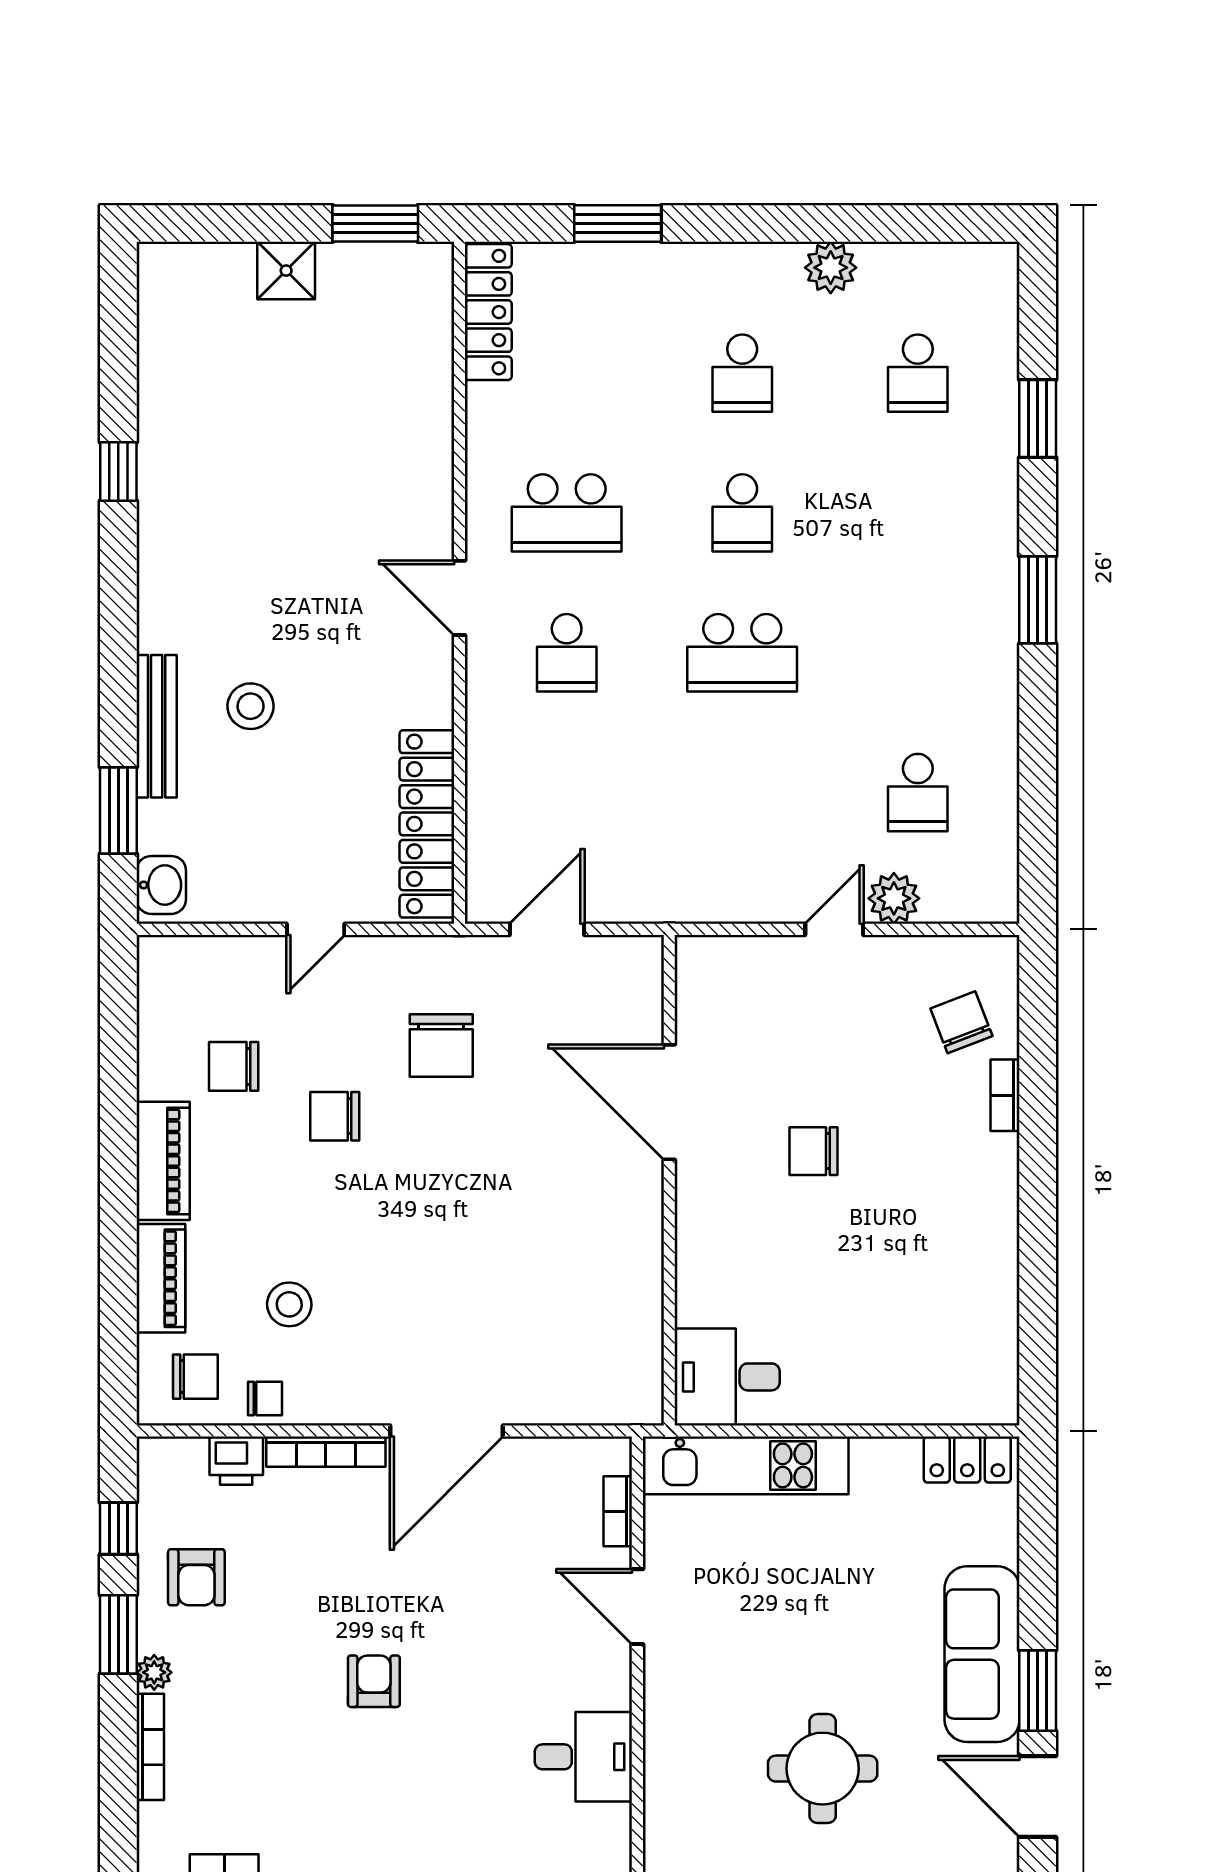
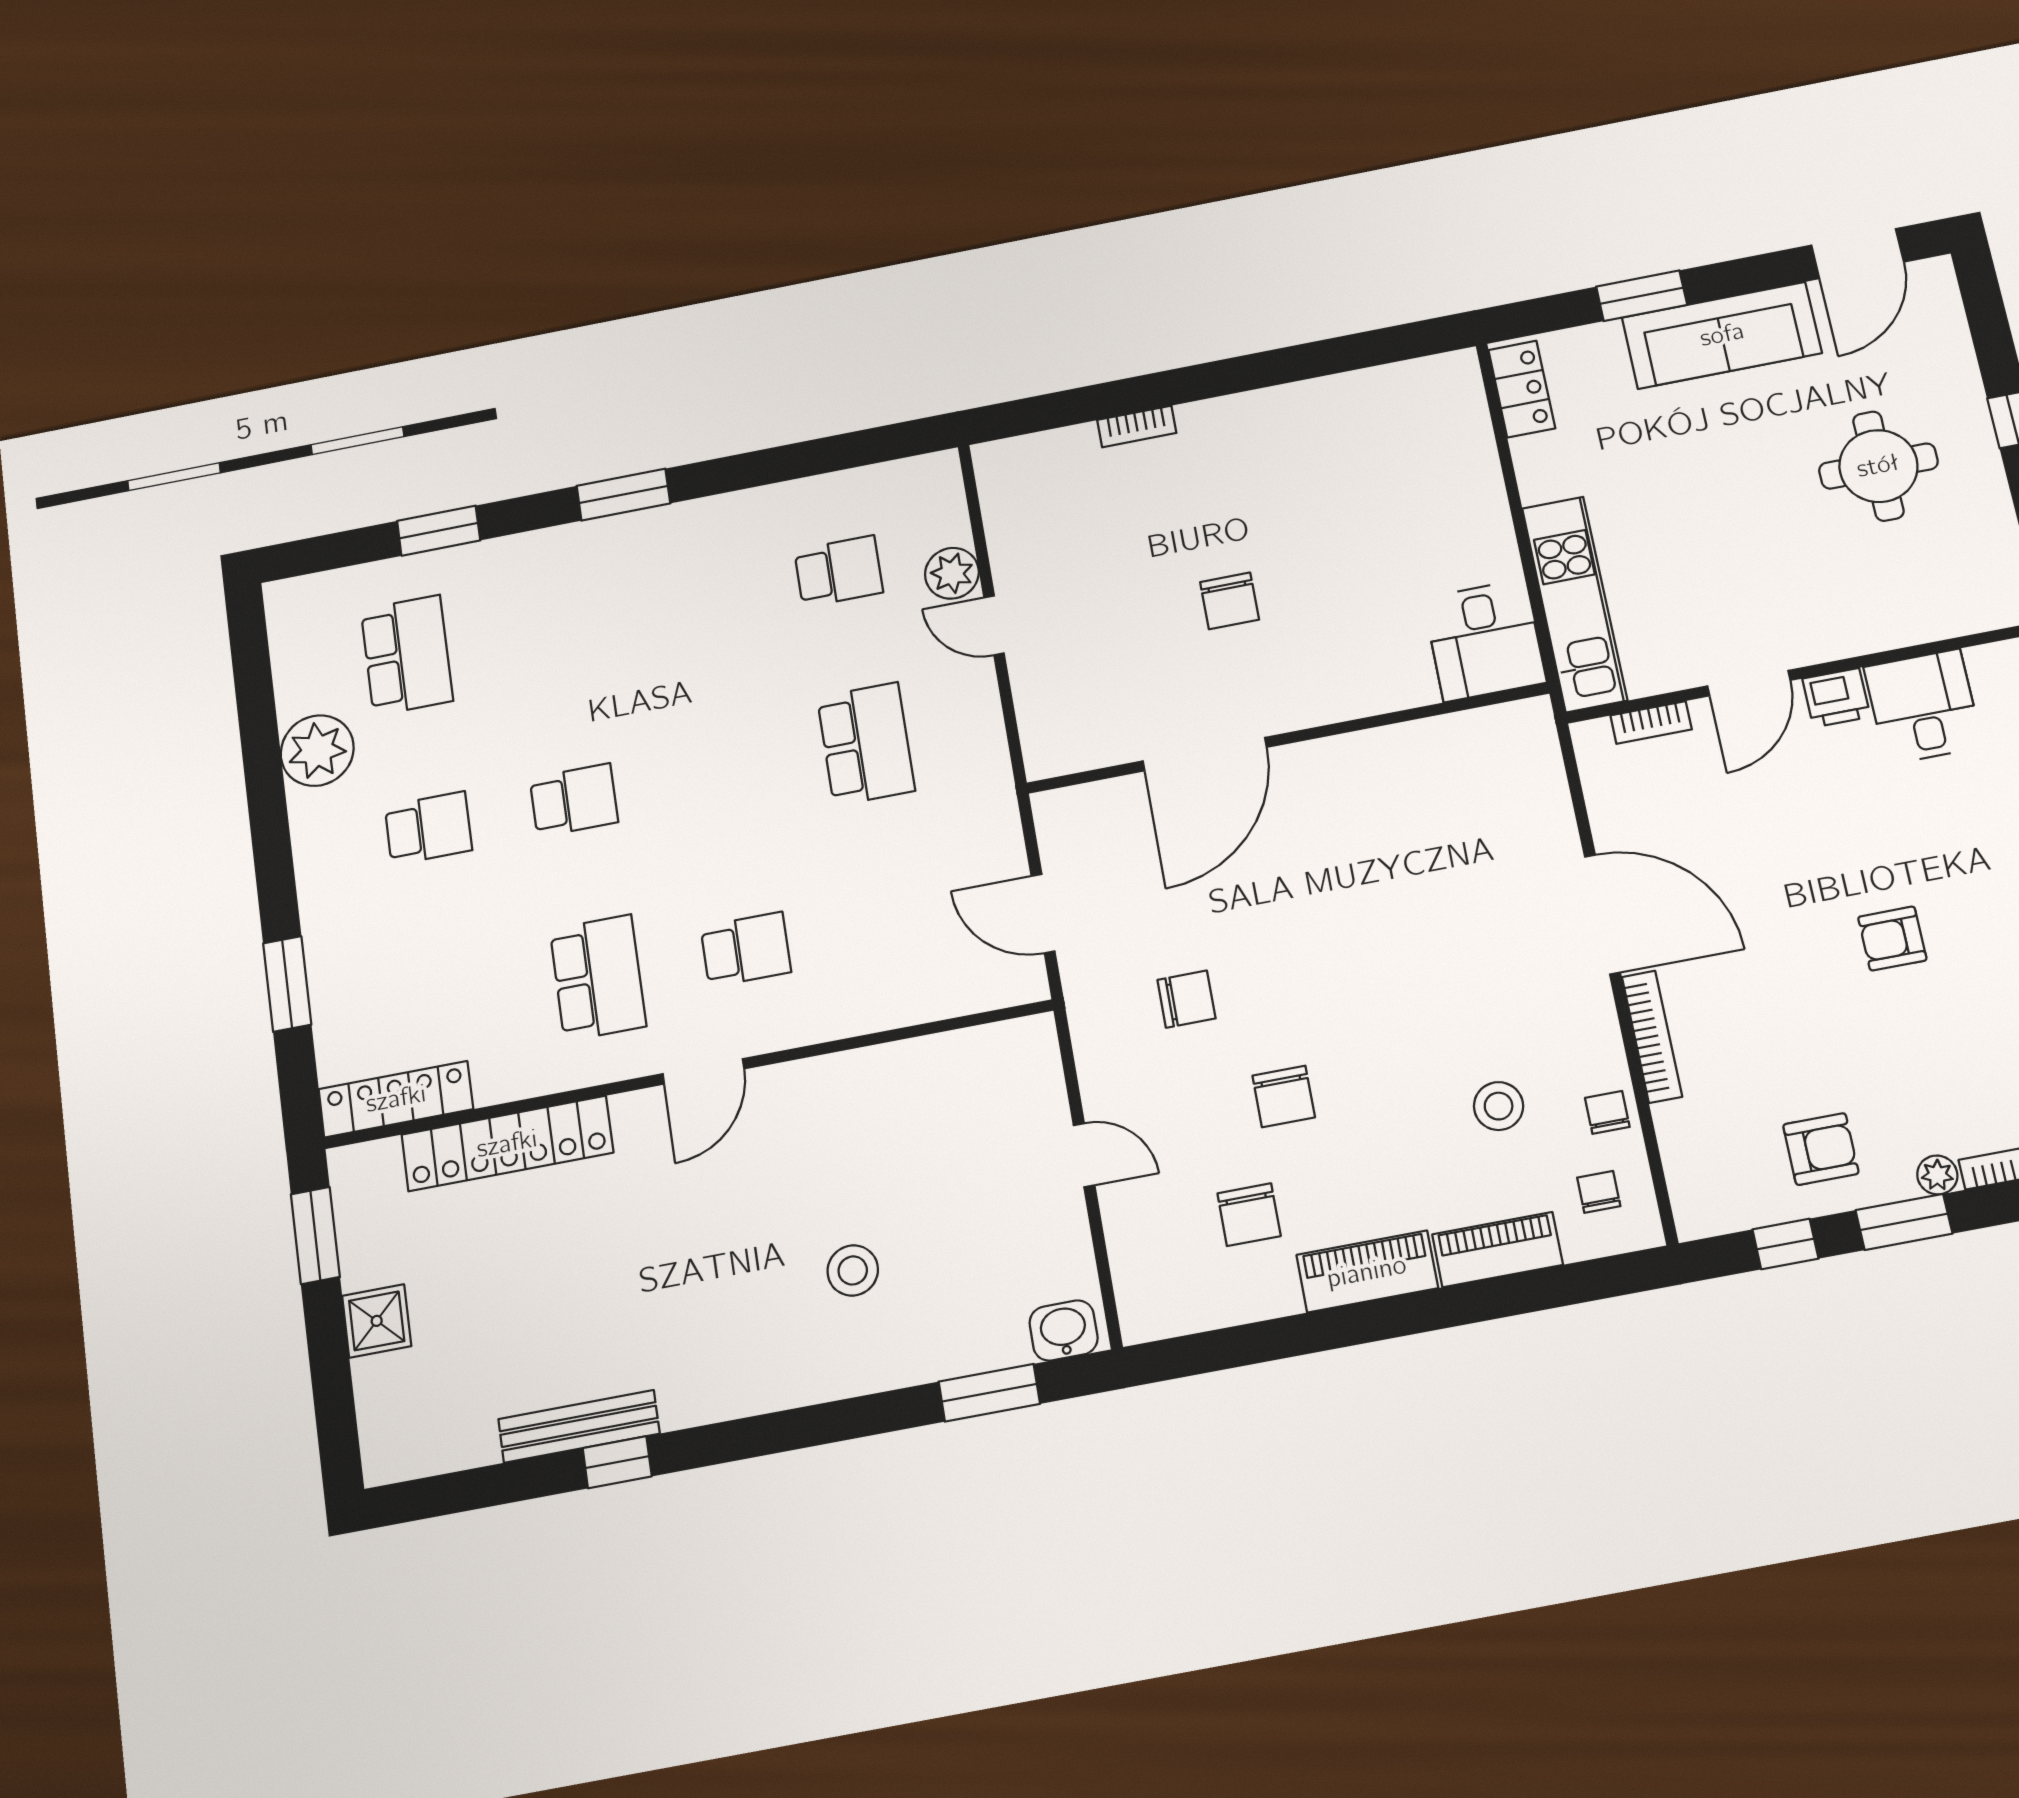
plant: (831, 268) -> (317, 751), width x1.36, depth x1.36
school desk: (918, 373) -> (407, 655), width x1.85
school desk: (742, 653) -> (866, 744), moved
bench: (157, 726) -> (579, 1426), moved
locker: (427, 824) -> (507, 1144), moved
chair: (961, 1022) -> (1069, 483), removed
chair: (441, 1045) -> (1187, 999), width x0.73, depth x0.73
chair: (195, 1377) -> (1599, 1192), width x0.73, depth x0.73
printer: (236, 1461) -> (1836, 698), moved, turned 90
window: (1038, 1691) -> (1642, 296), moved

